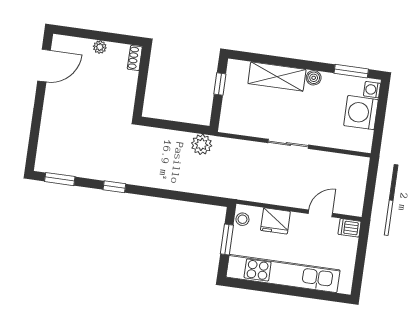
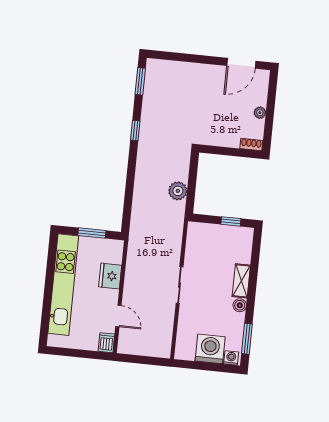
door: (44, 66) -> (241, 63), hinge flipped
shelving: (277, 76) -> (241, 281), width x0.67, depth x0.75
plant: (202, 144) -> (178, 191), moved
stool: (242, 219) -> (111, 246), removed

